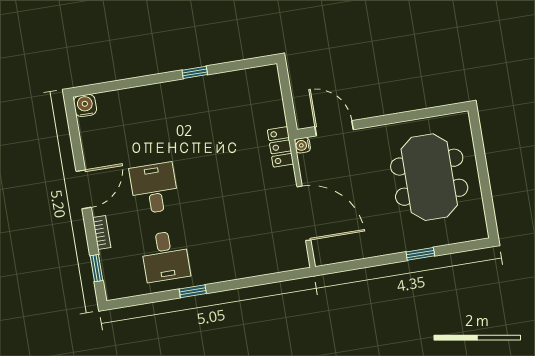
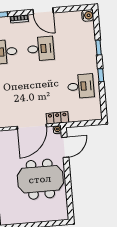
window: (143, 81) -> (98, 47), added
desk: (218, 108) -> (81, 86), added
meeting table: (429, 177) -> (40, 179), moved
door: (304, 213) -> (32, 127), moved

